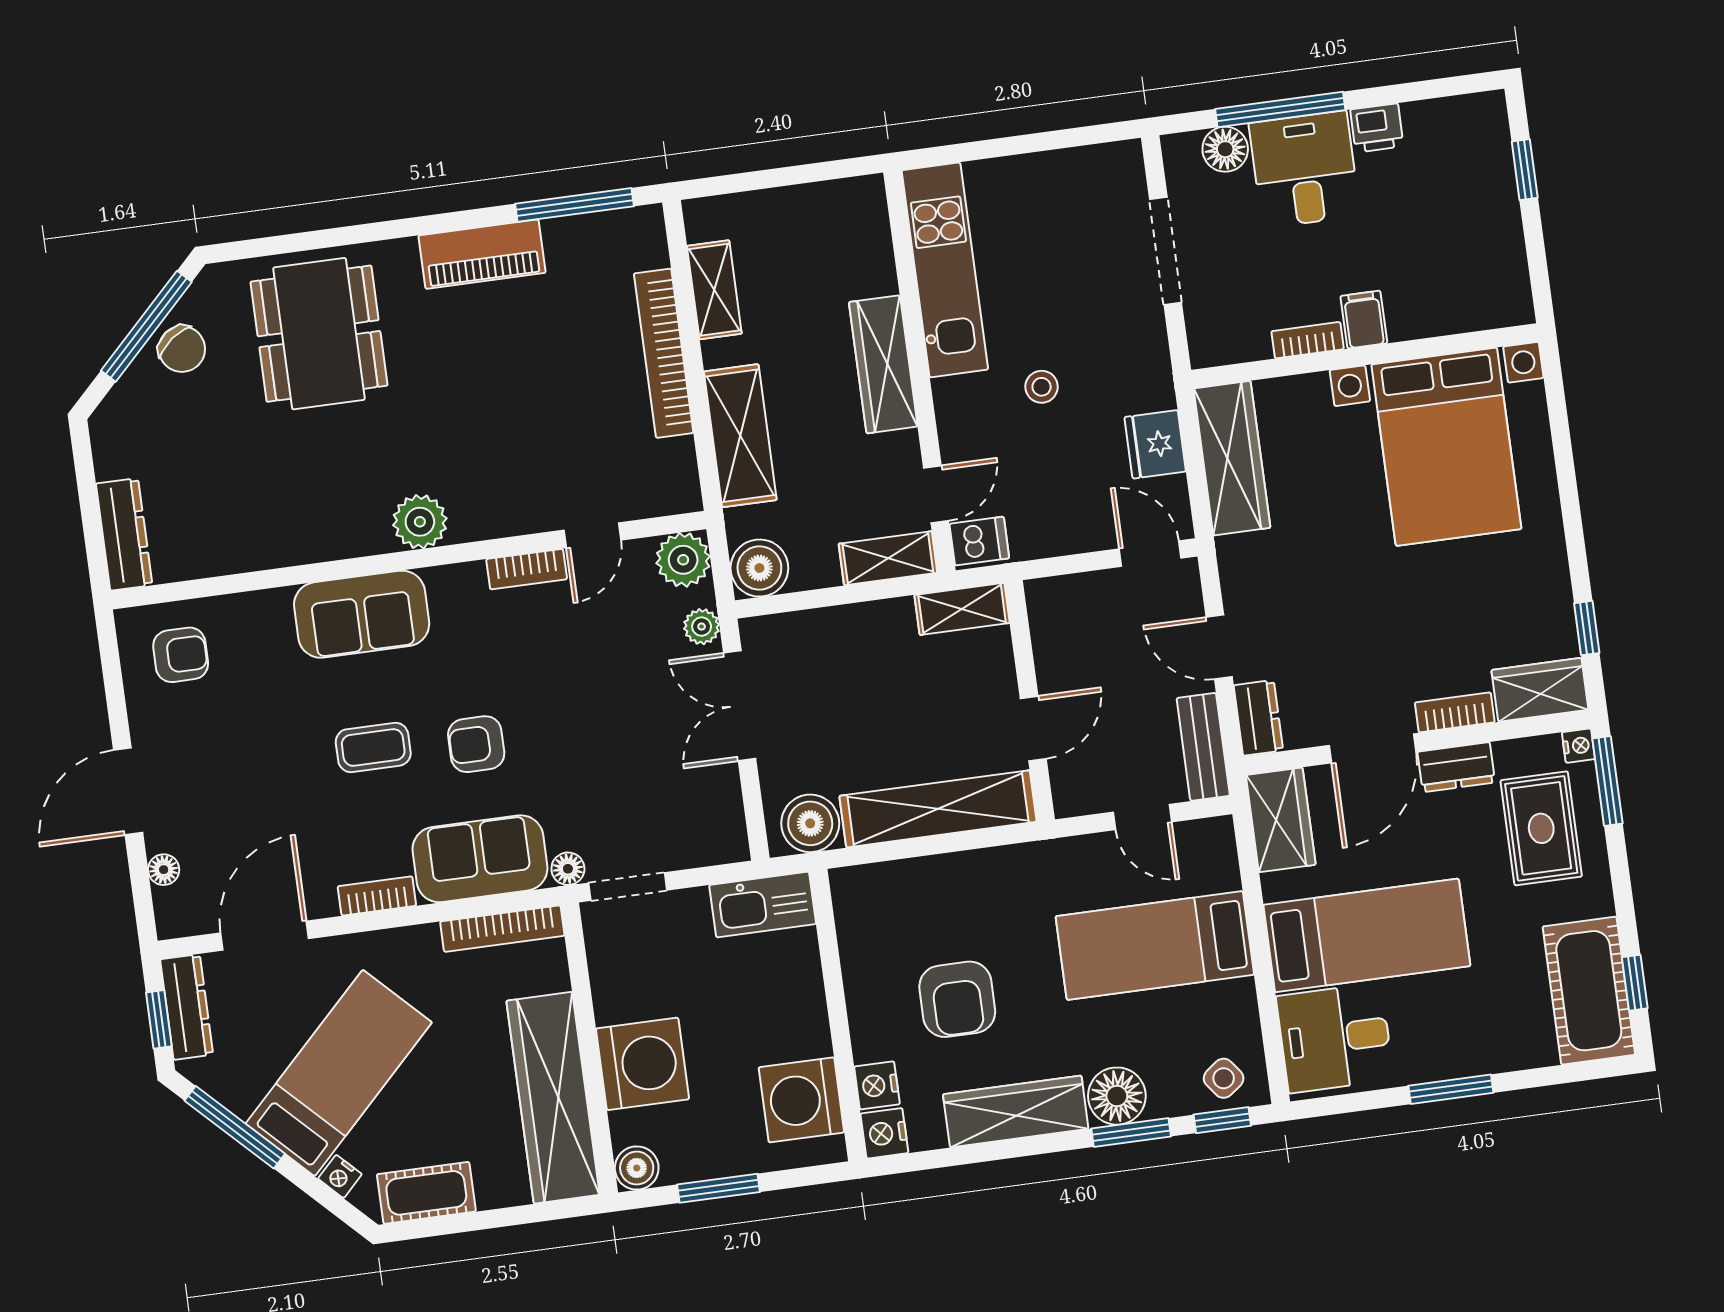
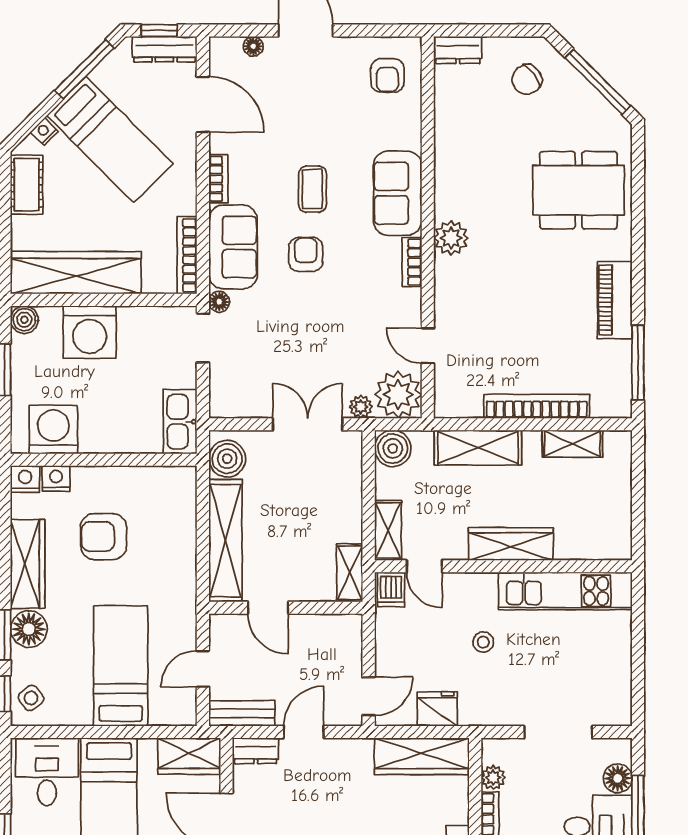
plant: (1250, 343) -> (493, 777), added
chair: (182, 349) -> (527, 80), moved
dresser: (124, 534) -> (458, 50), width x0.70
plant: (683, 560) -> (398, 395), width x1.36, depth x1.36
bookcase: (527, 569) -> (412, 262), moved

